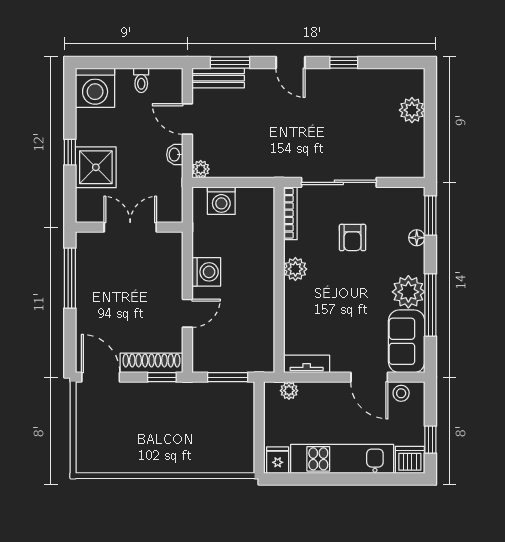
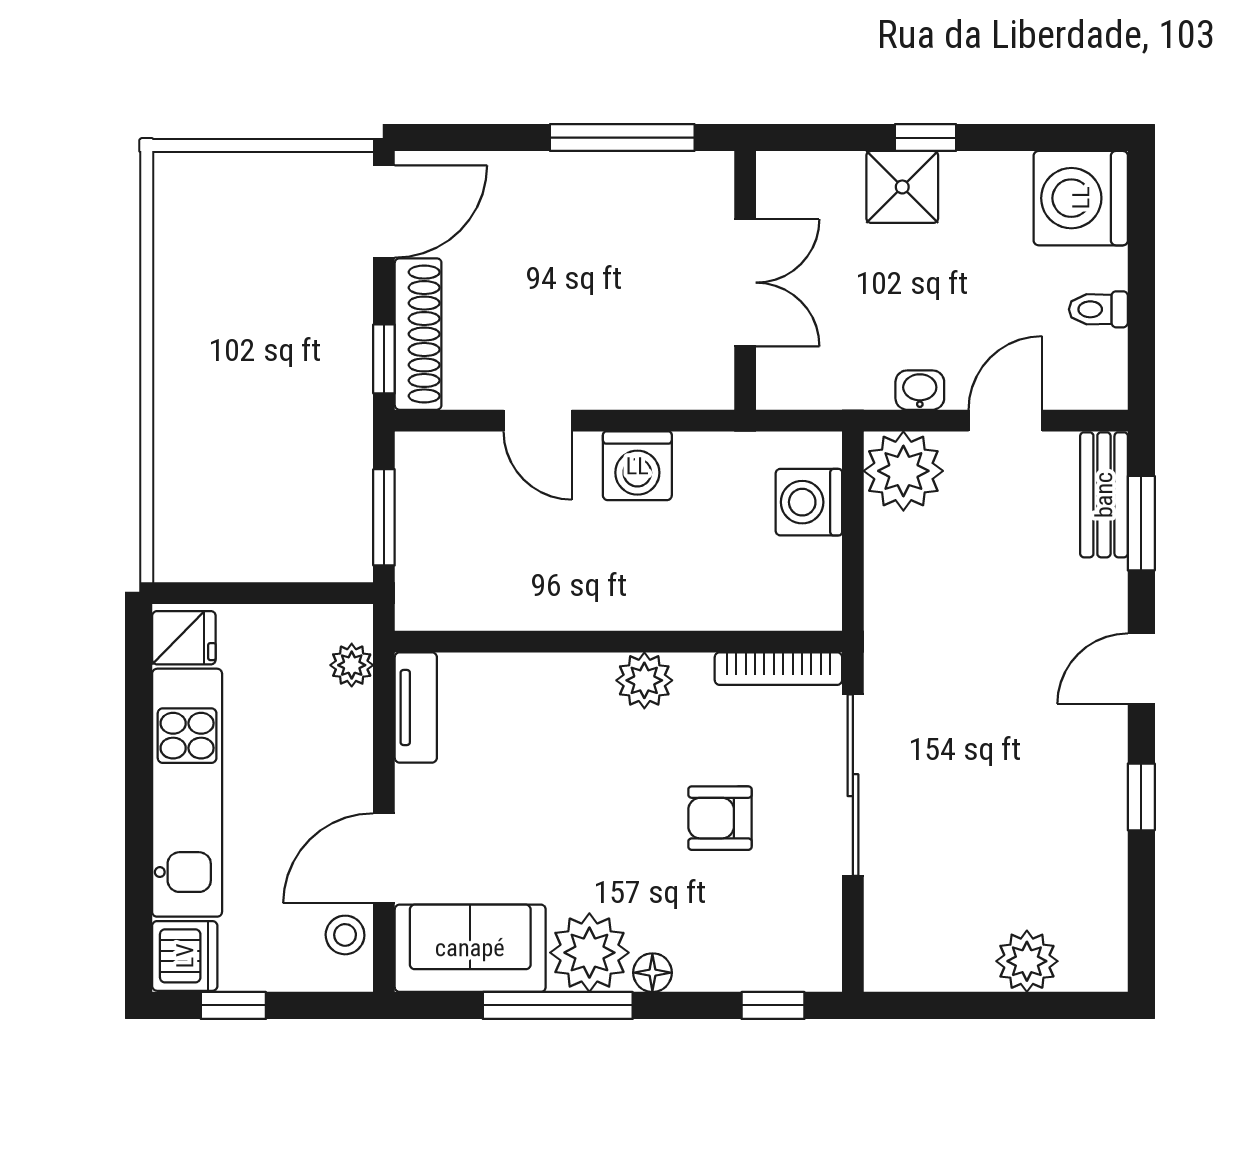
shower: (96, 167) -> (902, 187), width x0.73, depth x0.73
plant: (201, 169) -> (903, 471), width x1.87, depth x1.87
window: (430, 216) -> (773, 1005), width x0.67
floor lamp: (417, 238) -> (652, 973), moved

